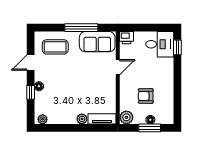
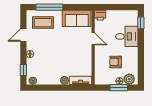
window: (81, 28) -> (49, 7), moved
desk: (160, 44) -> (127, 36), moved
door: (118, 67) -> (93, 39), hinge flipped
window: (31, 92) -> (23, 70), moved
plant: (126, 117) -> (129, 79), moved

